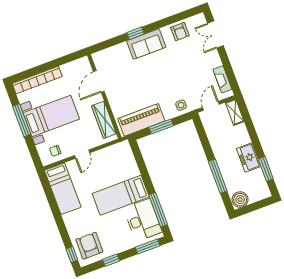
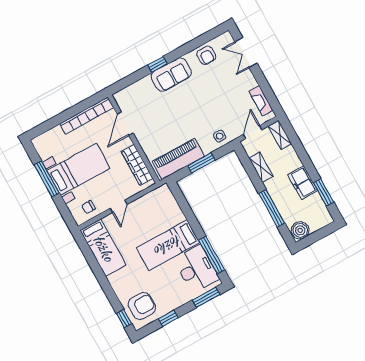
bookcase: (37, 80) -> (87, 116), moved
shelving: (214, 138) -> (261, 167), added
armchair: (89, 246) -> (142, 306), turned 90

